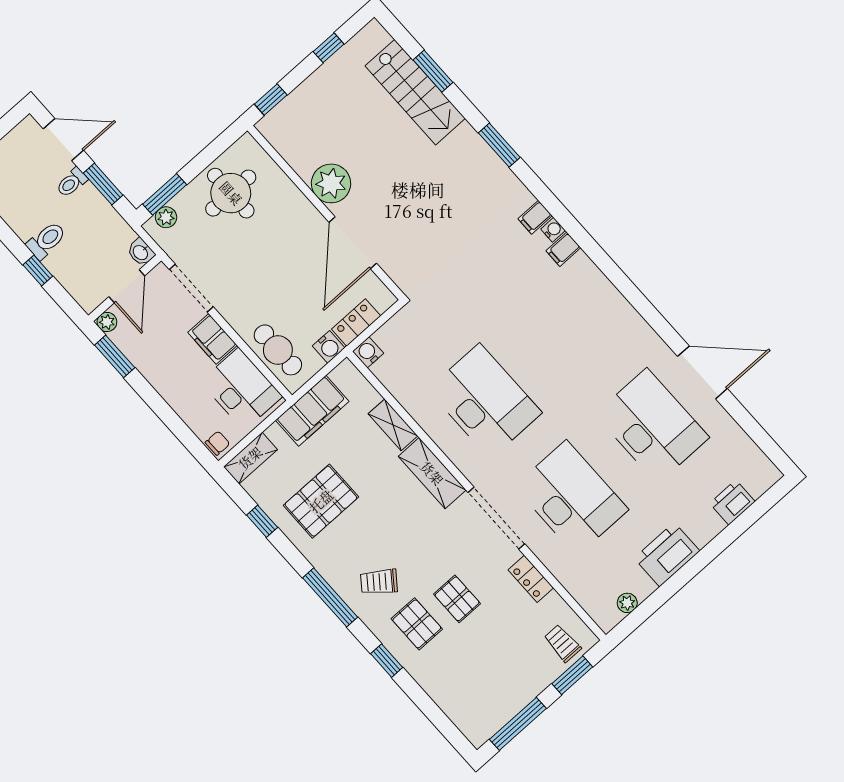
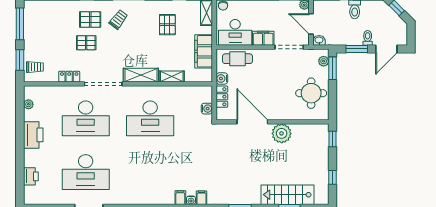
water cooler: (368, 352) -> (207, 109), moved
pallet: (321, 501) -> (167, 25), width x0.67, depth x0.71

